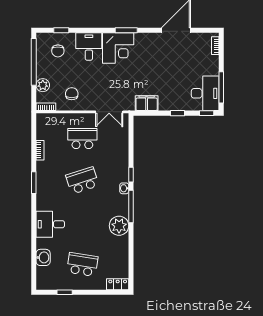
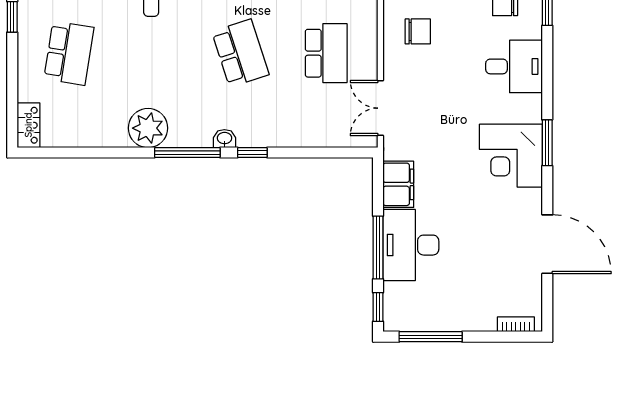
corner desk: (118, 48) -> (511, 156), moved
desk: (205, 93) -> (411, 245), moved, turned 90
window: (177, 113) -> (378, 247), width x2.17

